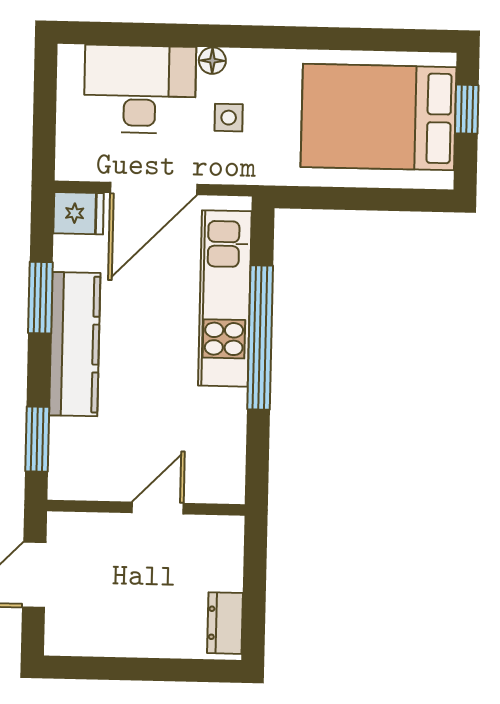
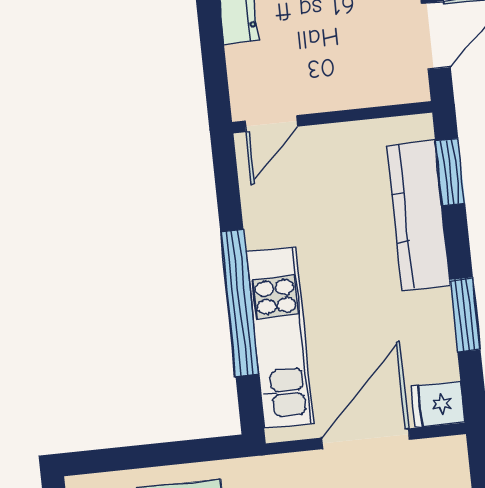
kitchen counter: (75, 344) -> (419, 215), moved
door: (158, 508) -> (271, 124), moved

